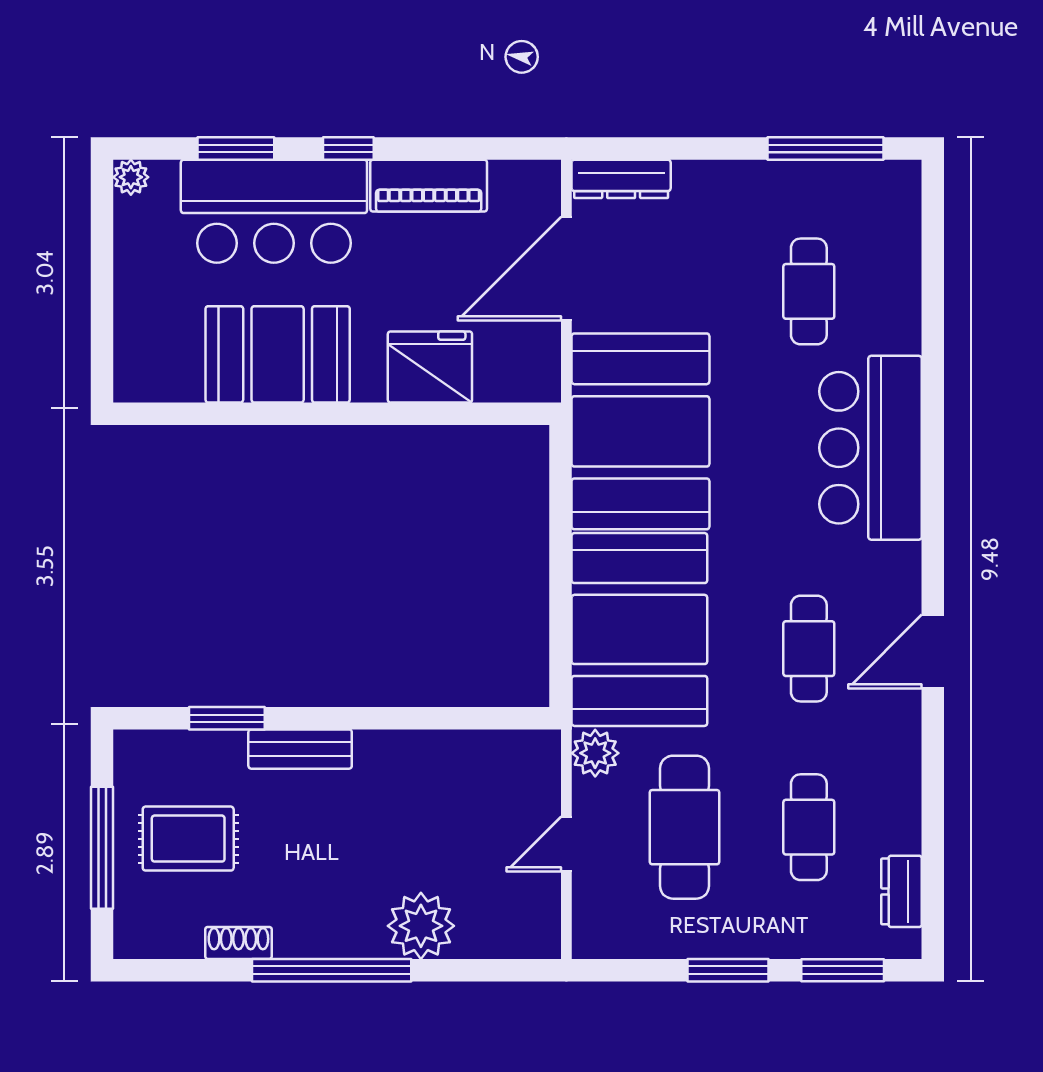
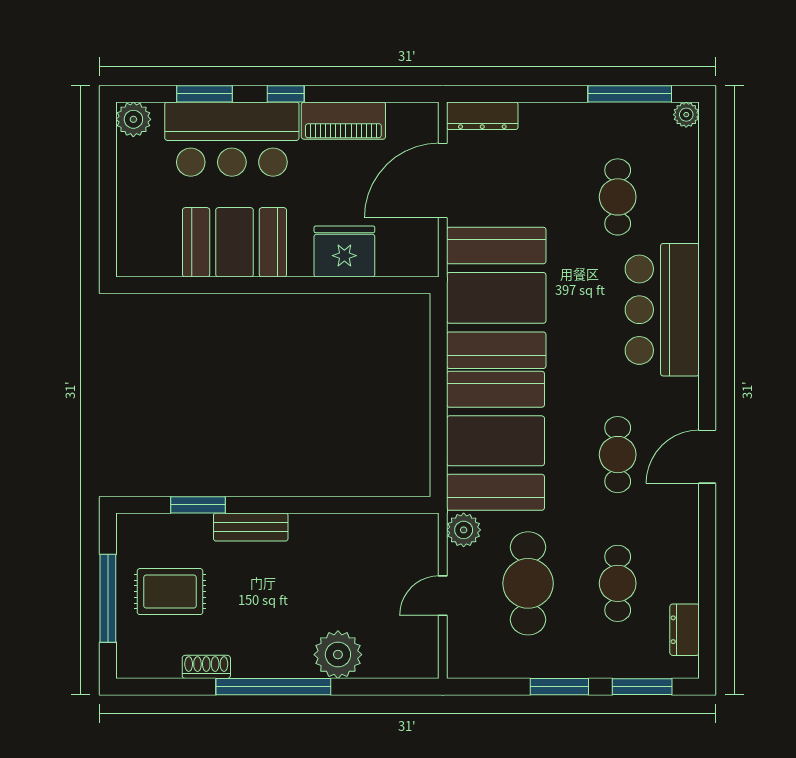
plant: (131, 177) -> (133, 119), width x1.38, depth x1.38
plant: (904, 177) -> (686, 115), added

